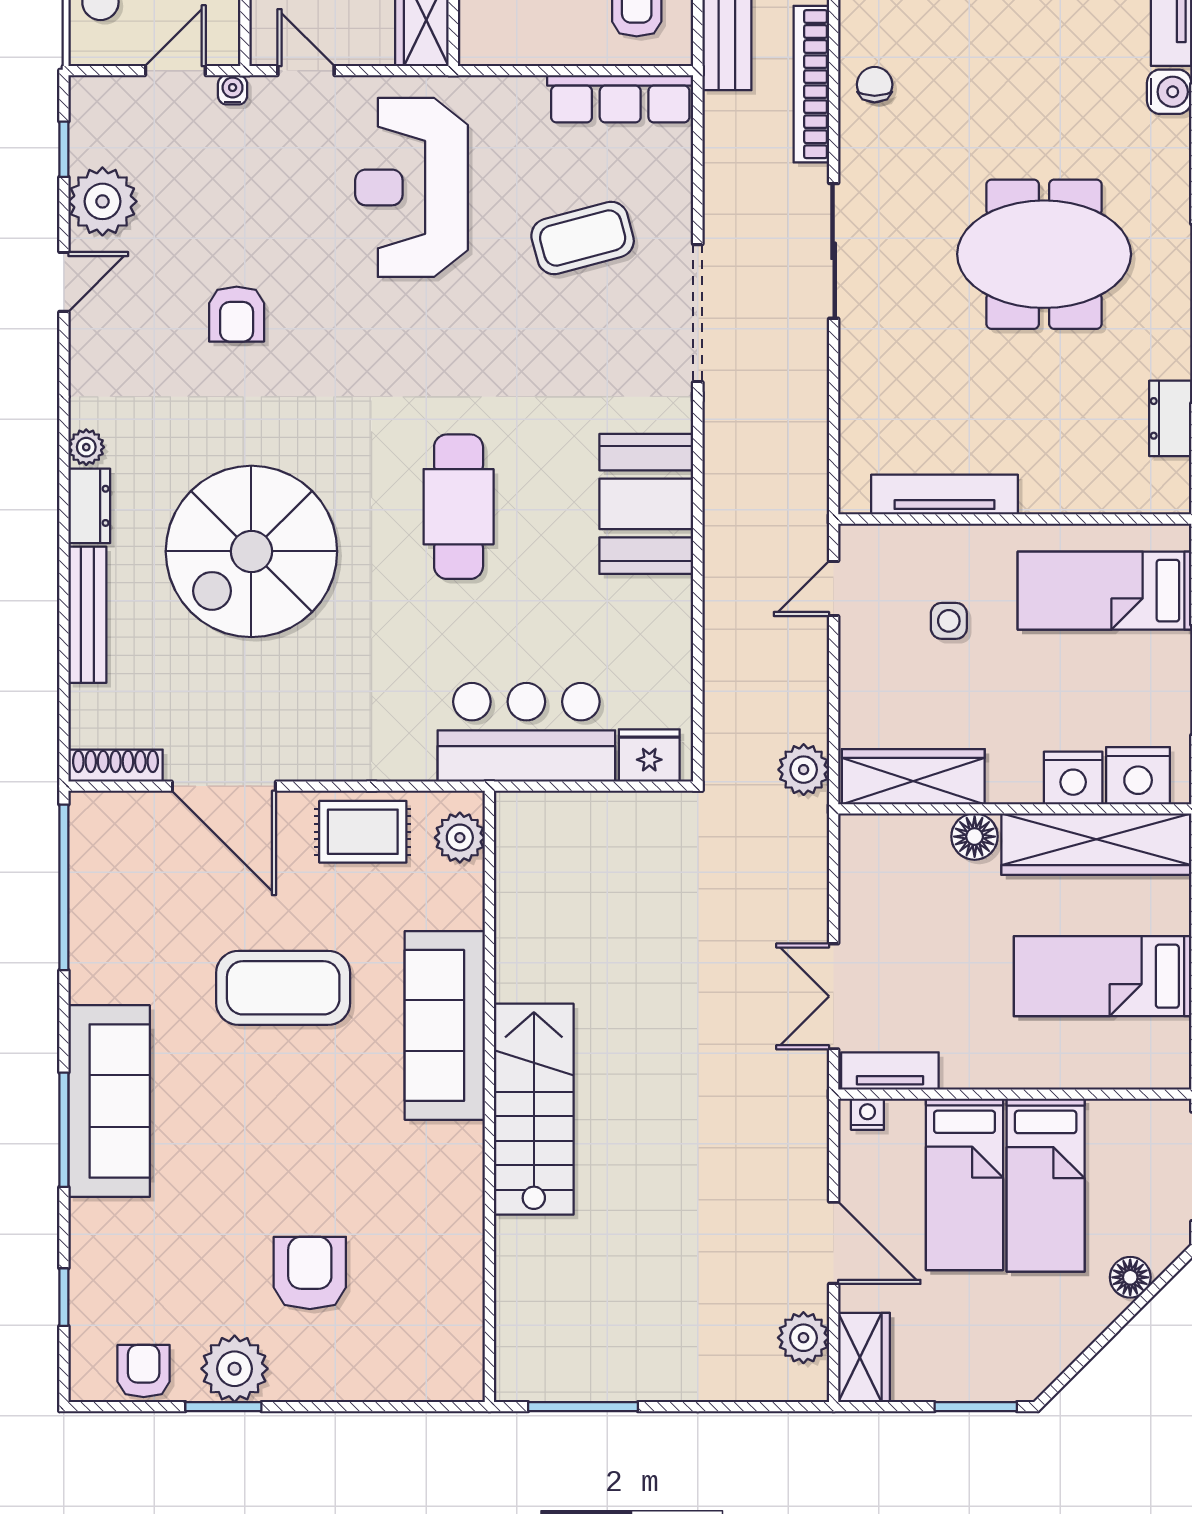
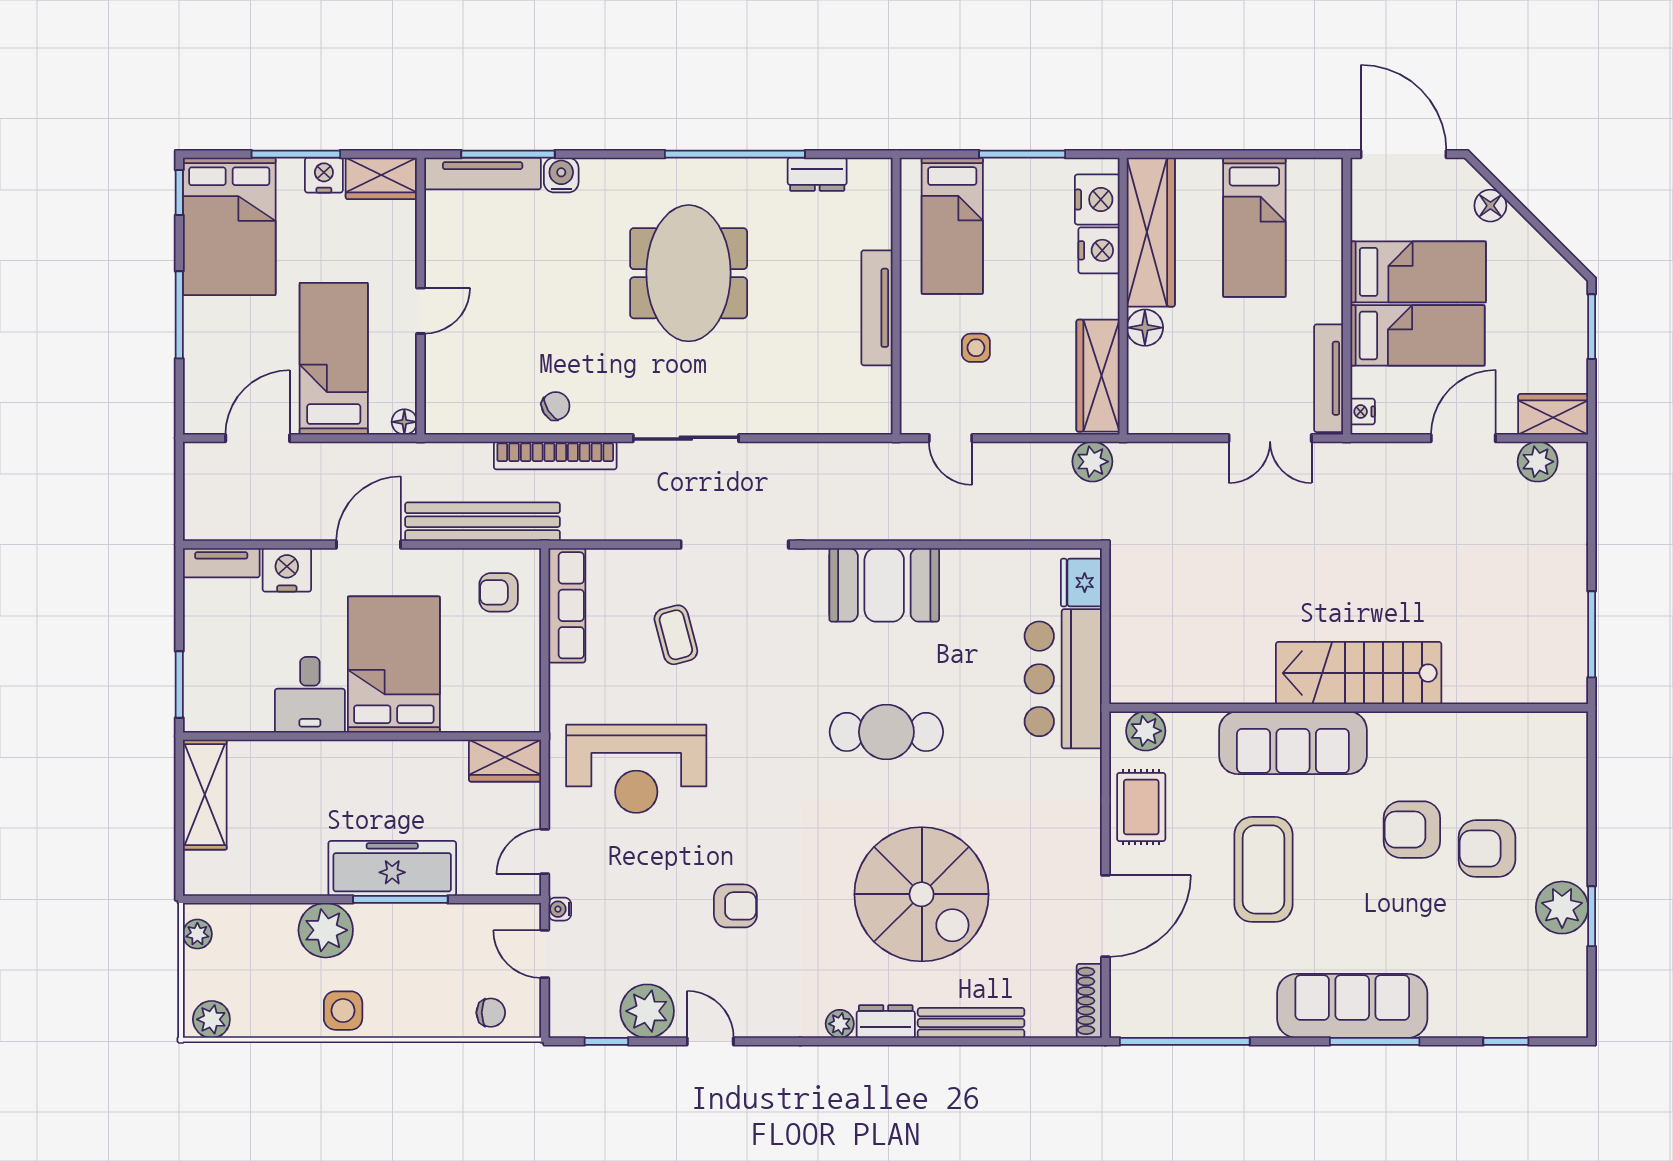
chair: (875, 85) -> (556, 406), turned 148
coffee table: (583, 238) -> (676, 635), width x0.73, depth x0.77
tv unit: (944, 495) -> (877, 308), moved
tv unit: (890, 1071) -> (1329, 378), width x1.41
armchair: (144, 1371) -> (1412, 830), moved, width x1.38, depth x1.38

